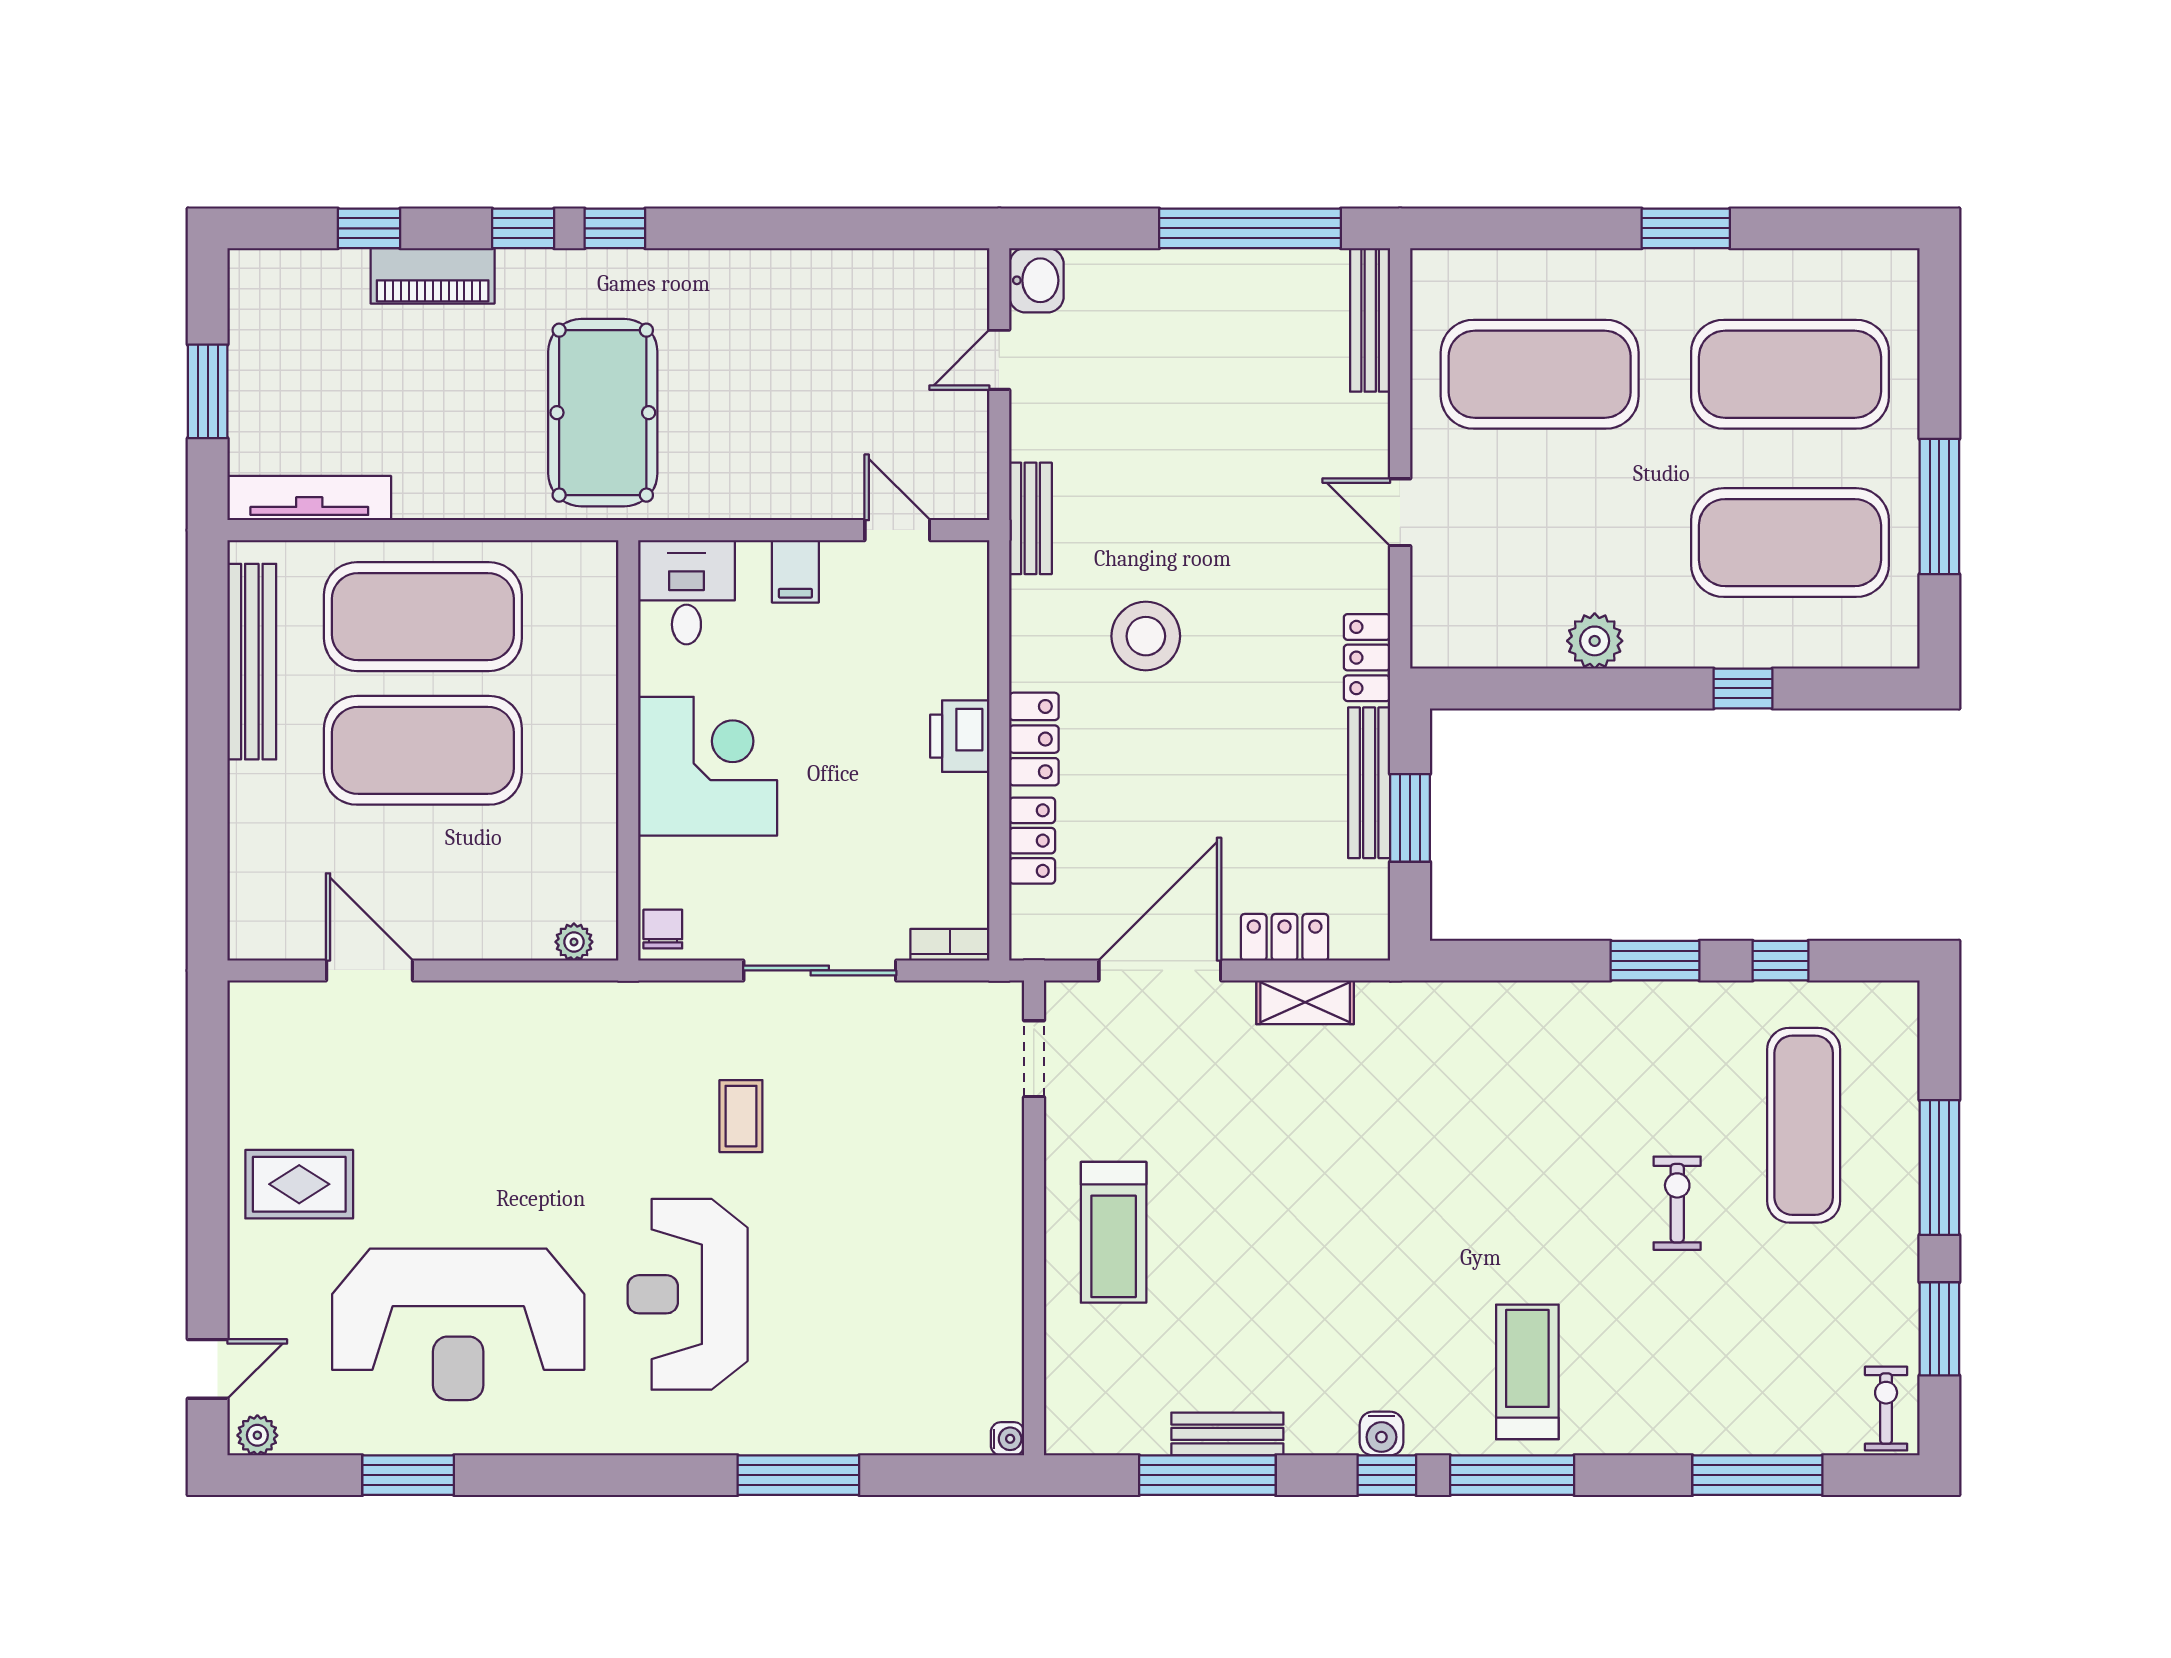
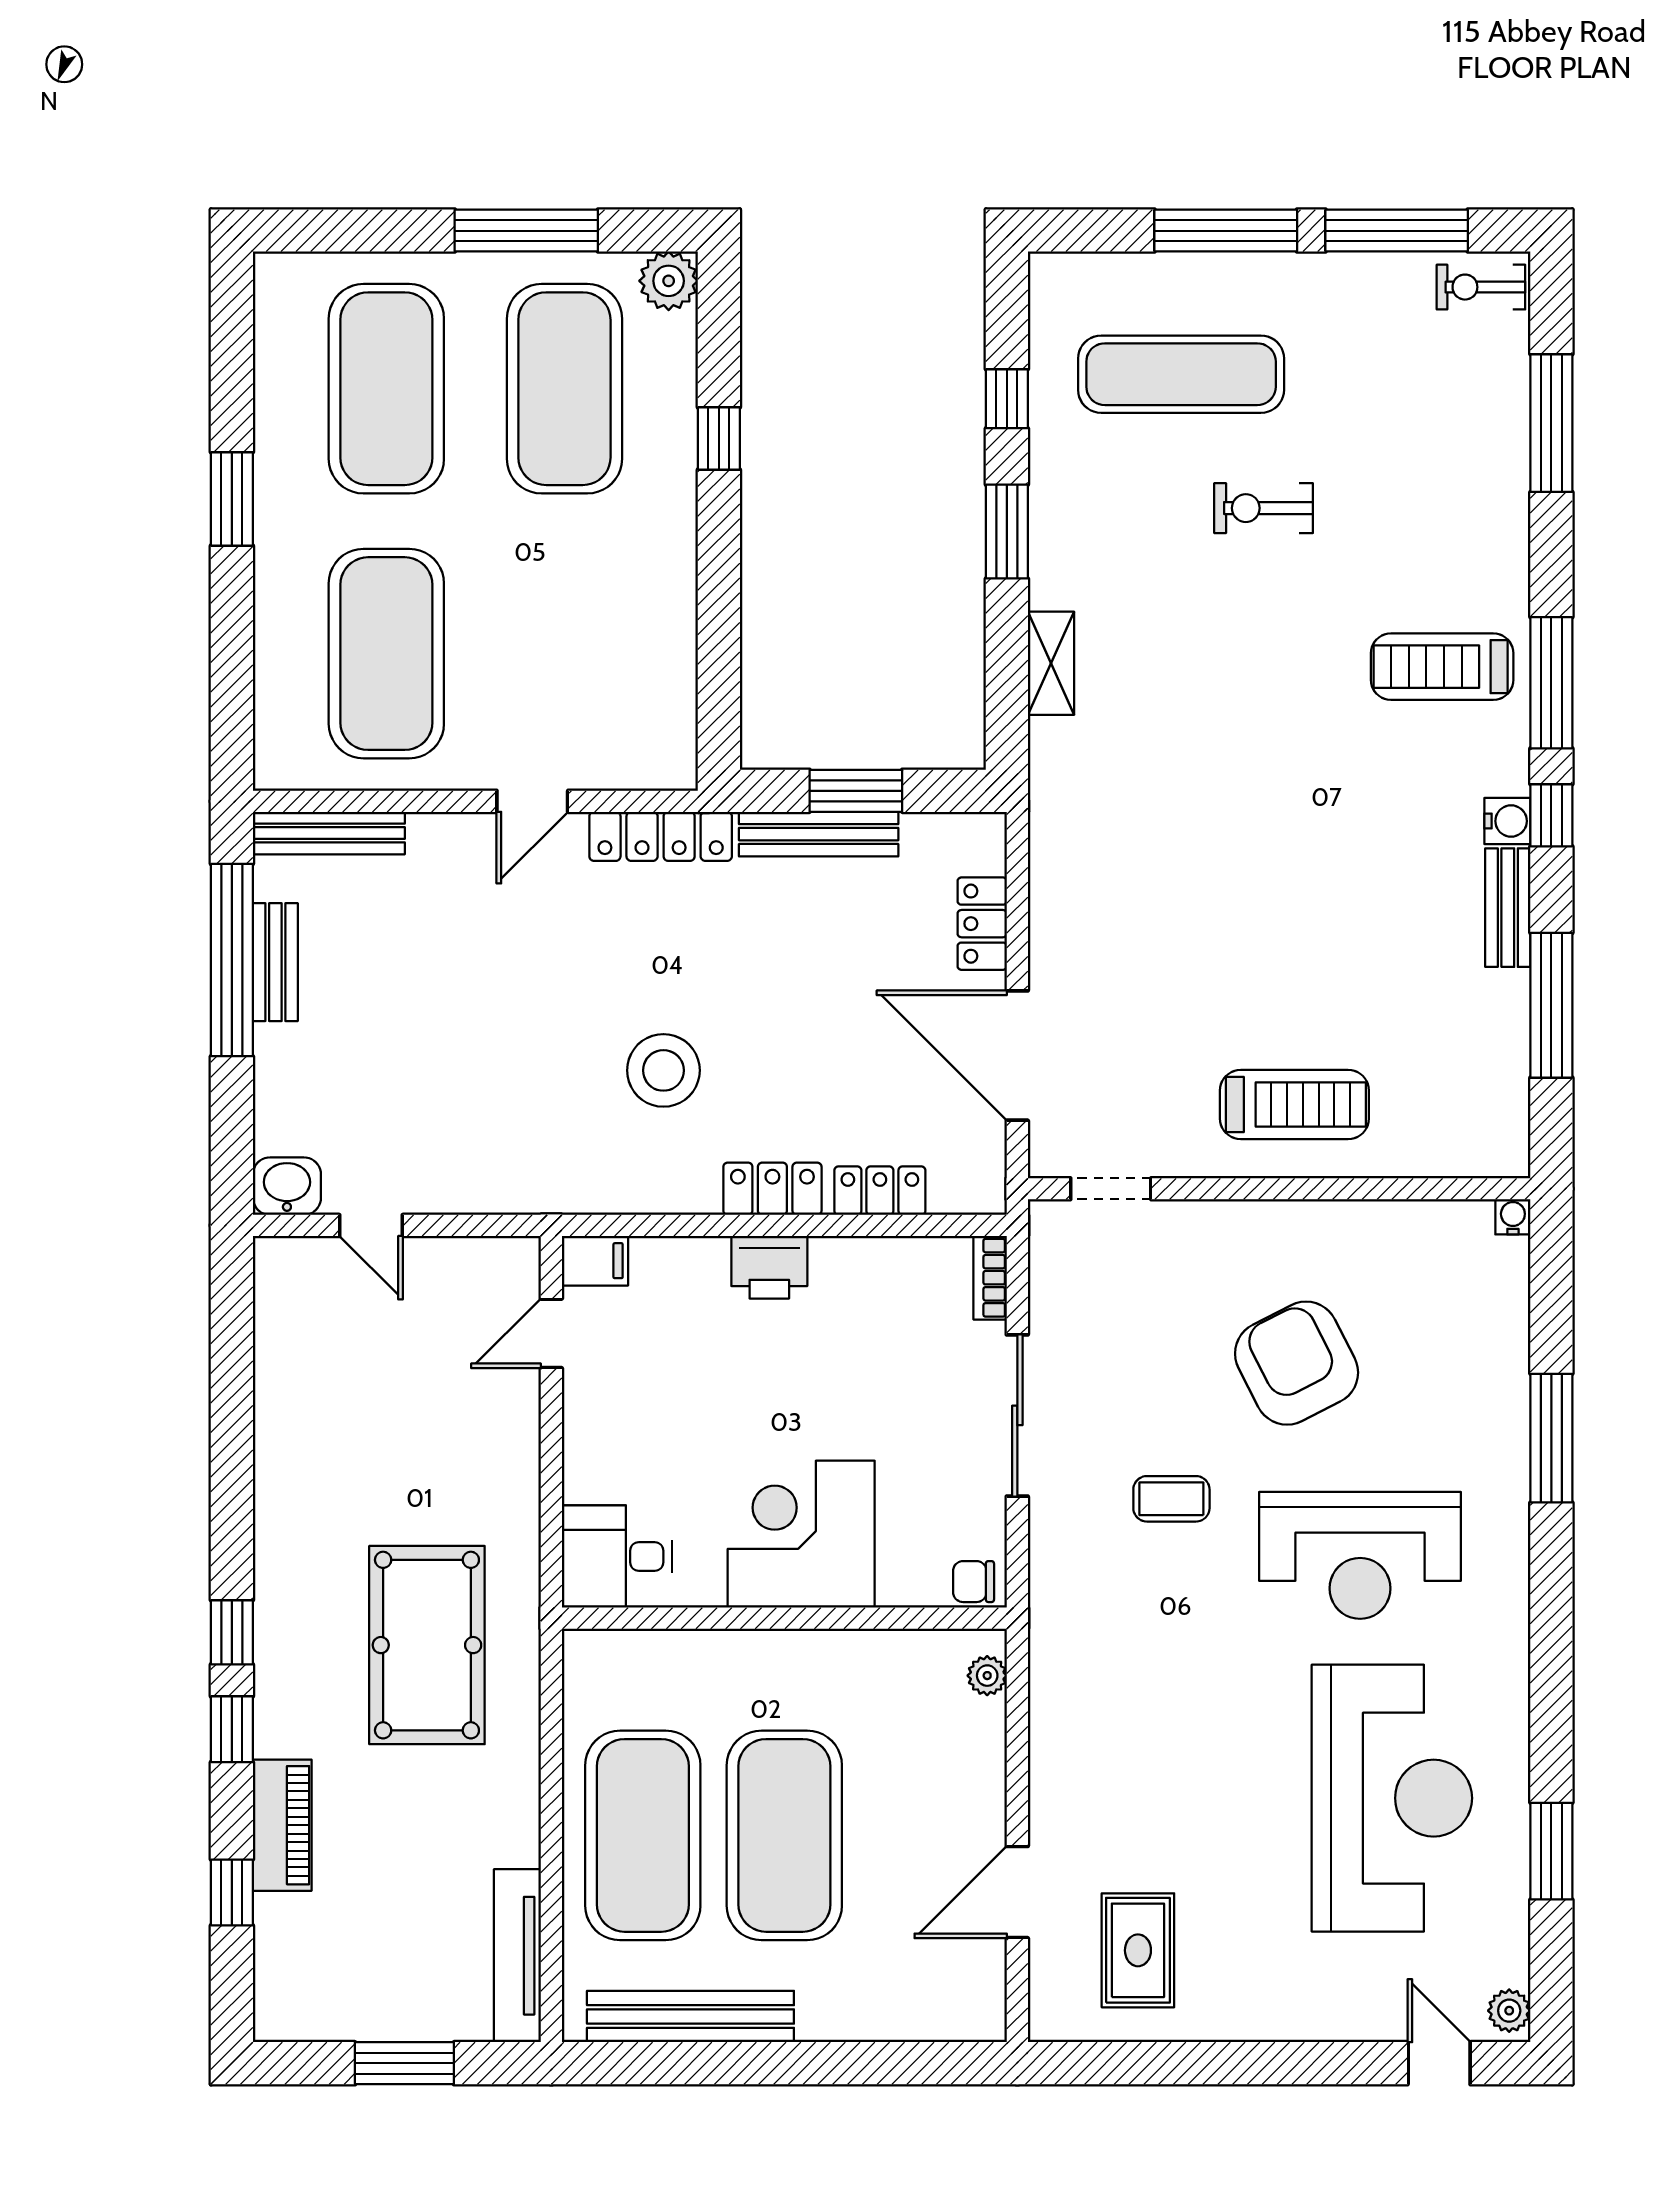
pool table: (603, 413) -> (427, 1645), turned 90
bench: (1031, 518) -> (275, 962), moved, turned 90
filing cabinet: (795, 571) -> (595, 1261), moved
plant: (1595, 641) -> (669, 281), moved
locker: (1367, 658) -> (661, 836), width x1.53
shelving: (1305, 1002) -> (1051, 663), moved
rug: (299, 1184) -> (1138, 1950), moved
armchair: (869, 1234) -> (1297, 1363), added
window: (1939, 1329) -> (1397, 231), width x1.44
bench: (1227, 1434) -> (1508, 908), moved

